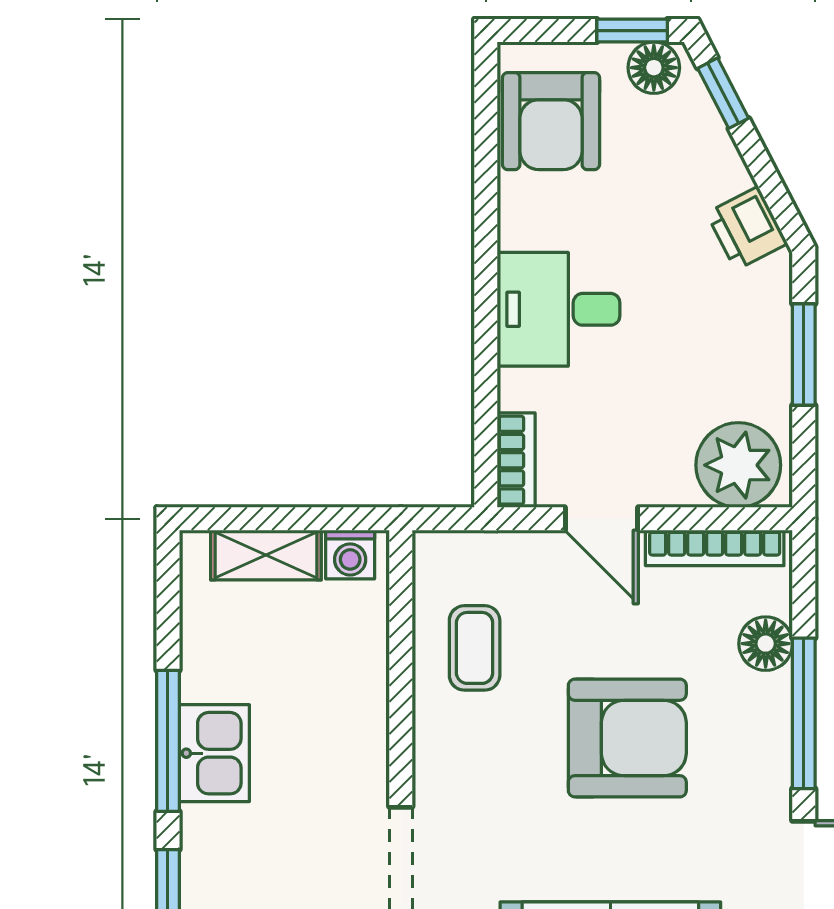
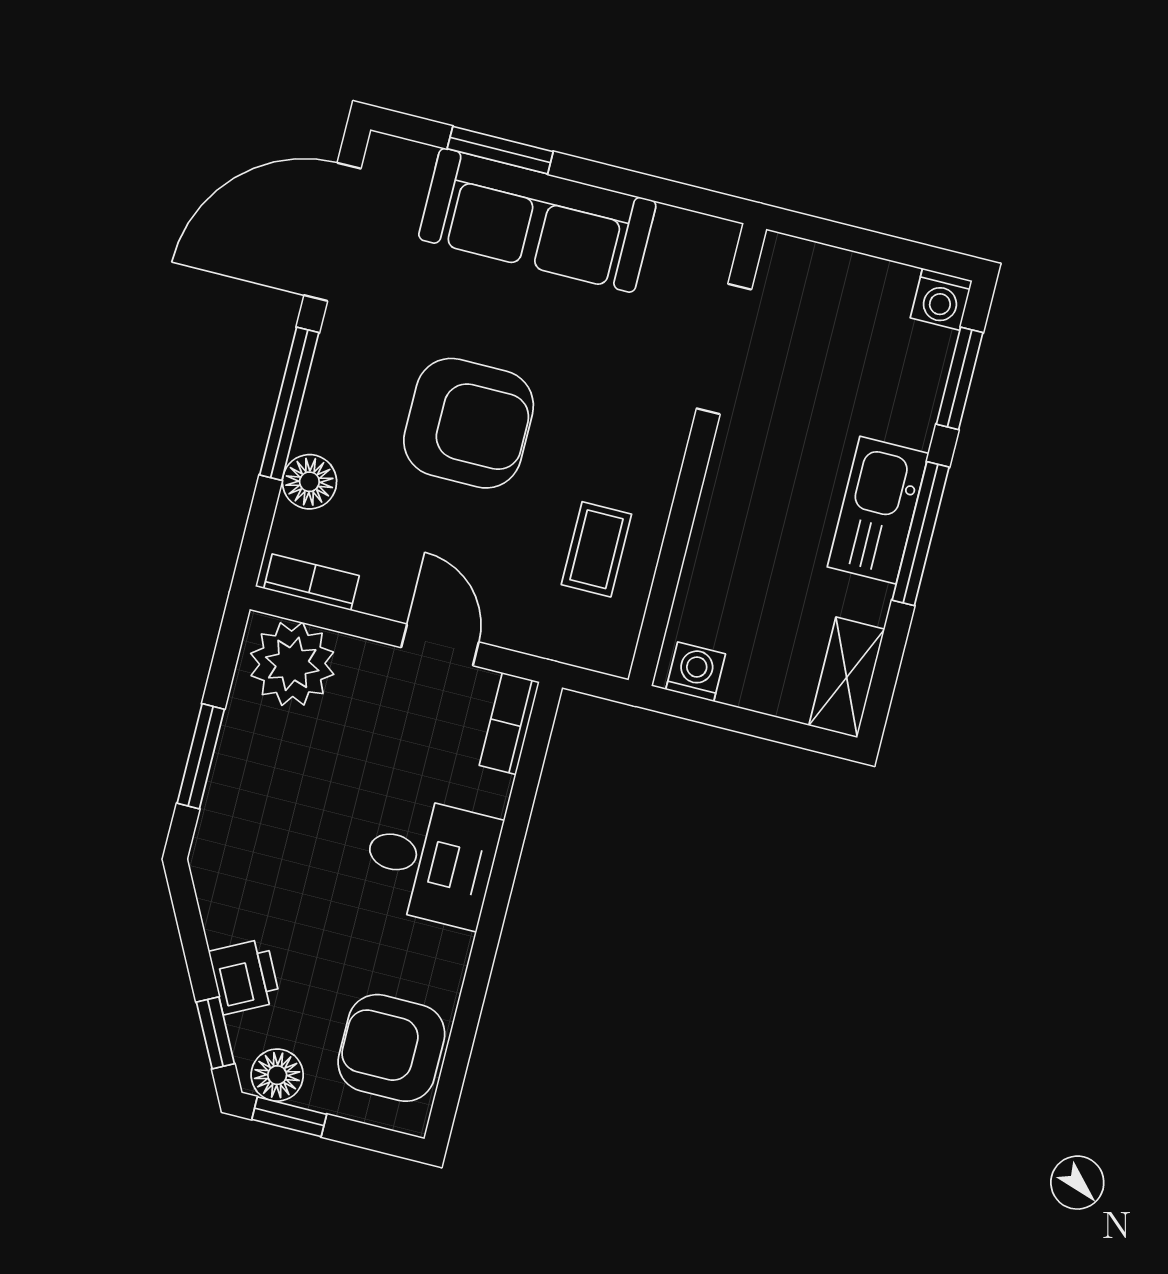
armchair: (551, 121) -> (391, 1048), turned -90
printer: (747, 228) -> (245, 976), moved
bookcase: (715, 548) -> (311, 582), width x0.64
shelving: (266, 555) -> (847, 677), moved, turned 90
armchair: (627, 738) -> (469, 423), turned 180
kitchen sink: (214, 753) -> (878, 510), width x1.38

